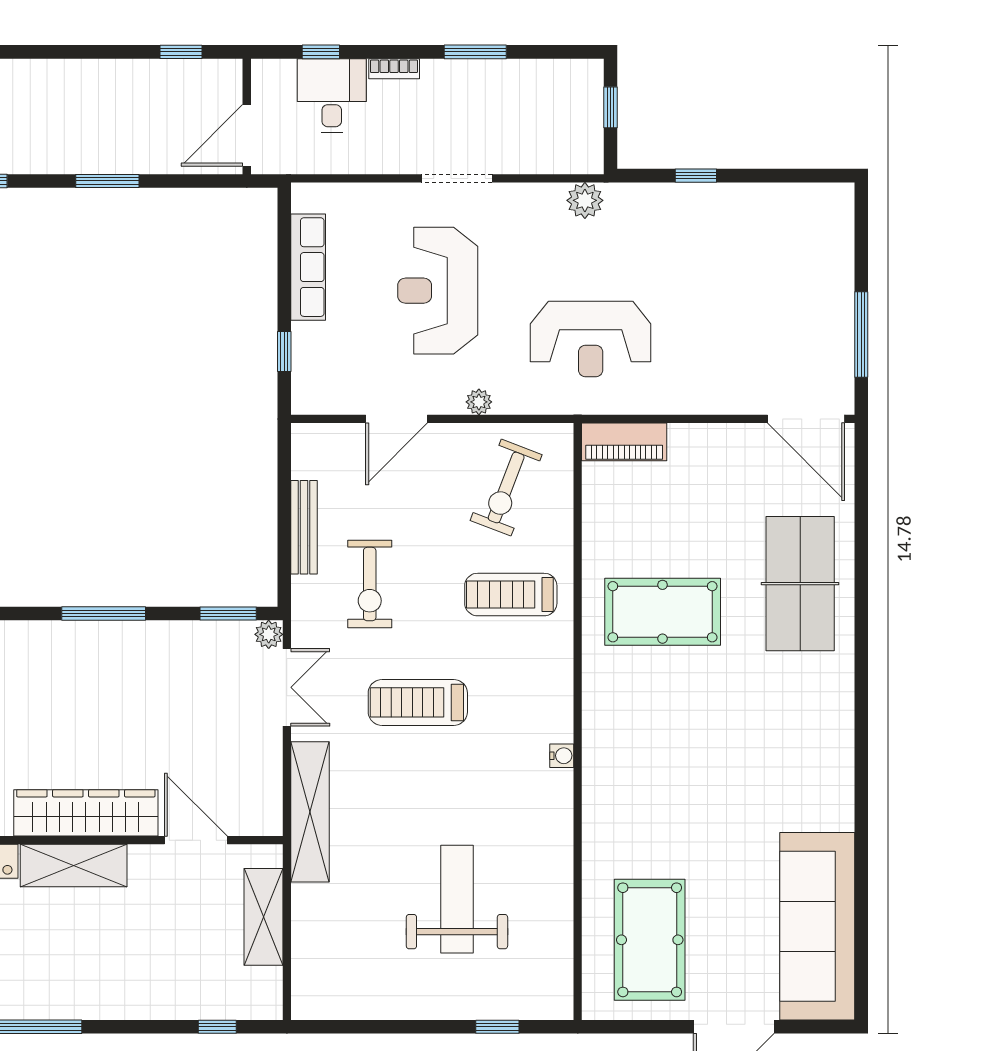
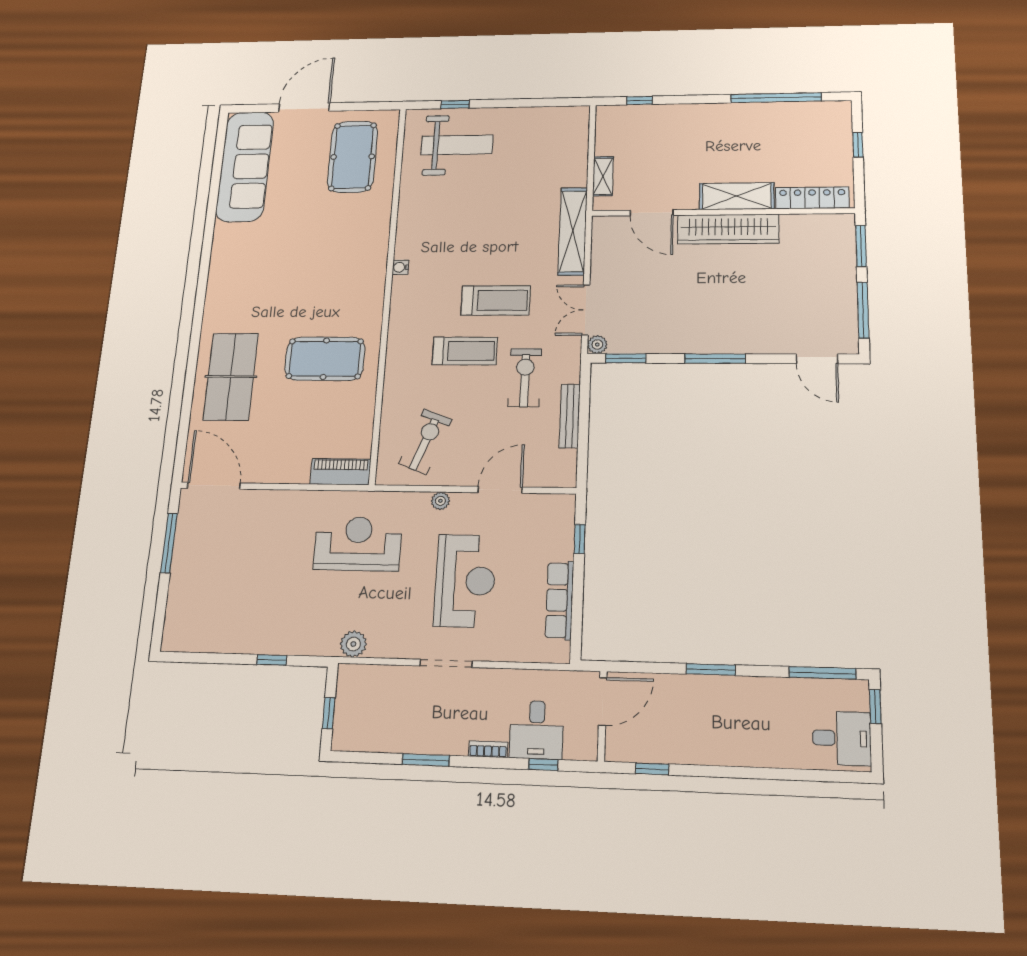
treadmill: (511, 595) -> (465, 351), moved
weight bench: (457, 899) -> (457, 145), moved, turned -90
shelving: (263, 917) -> (603, 176), width x0.67, depth x0.75

